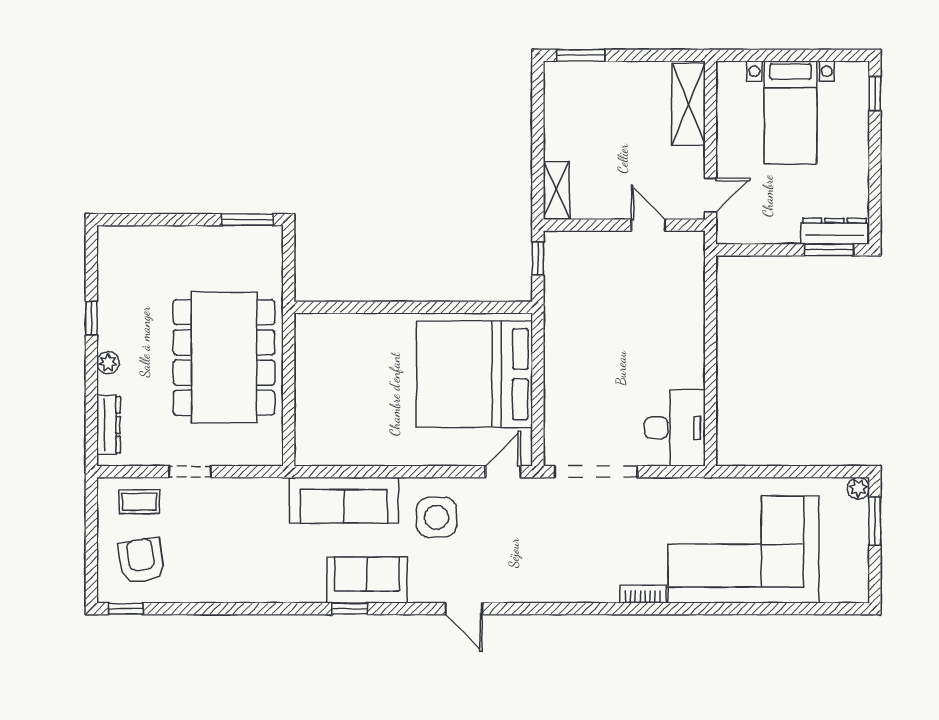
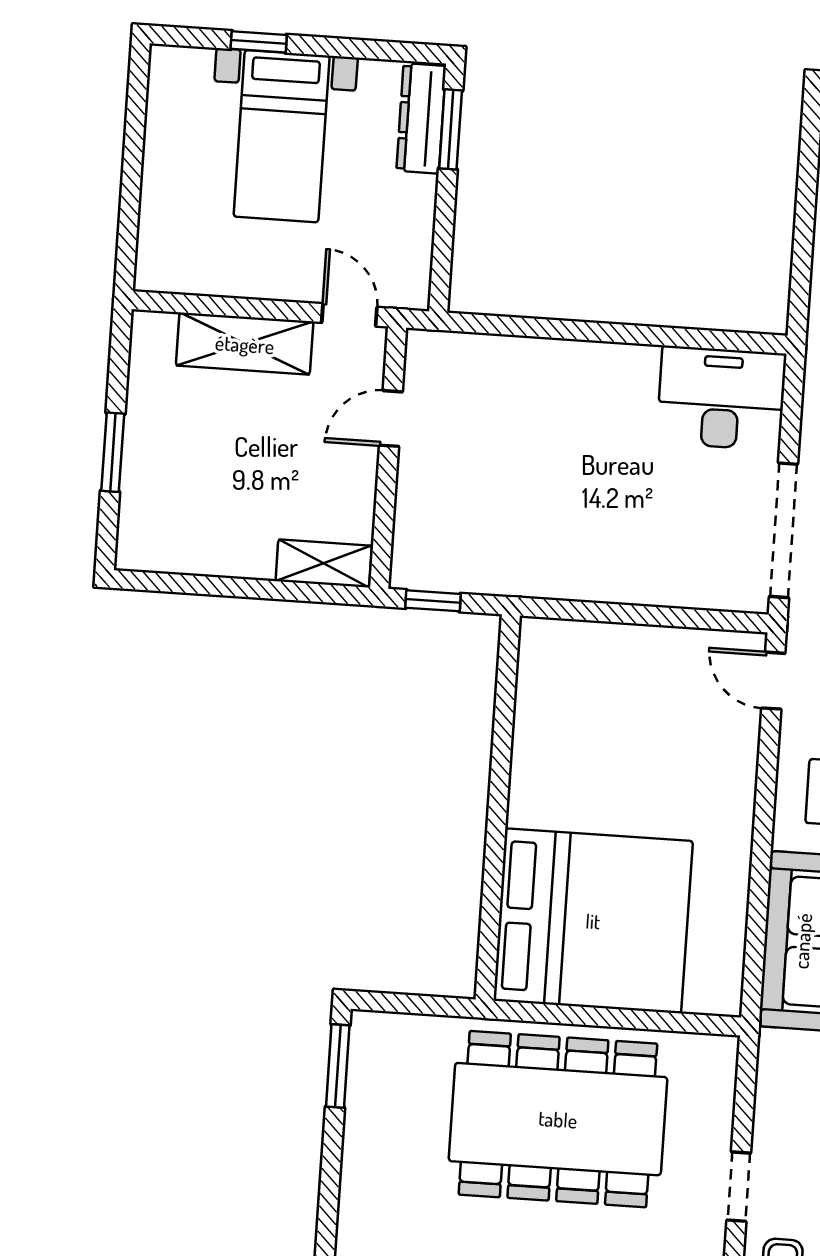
window: (581, 55) -> (113, 452), moved
window: (875, 94) -> (259, 42), moved
shelving: (688, 104) -> (245, 344), moved
bed with nightstands: (791, 112) -> (282, 136), moved, turned 90
bed: (474, 374) -> (593, 921), moved, turned -90

